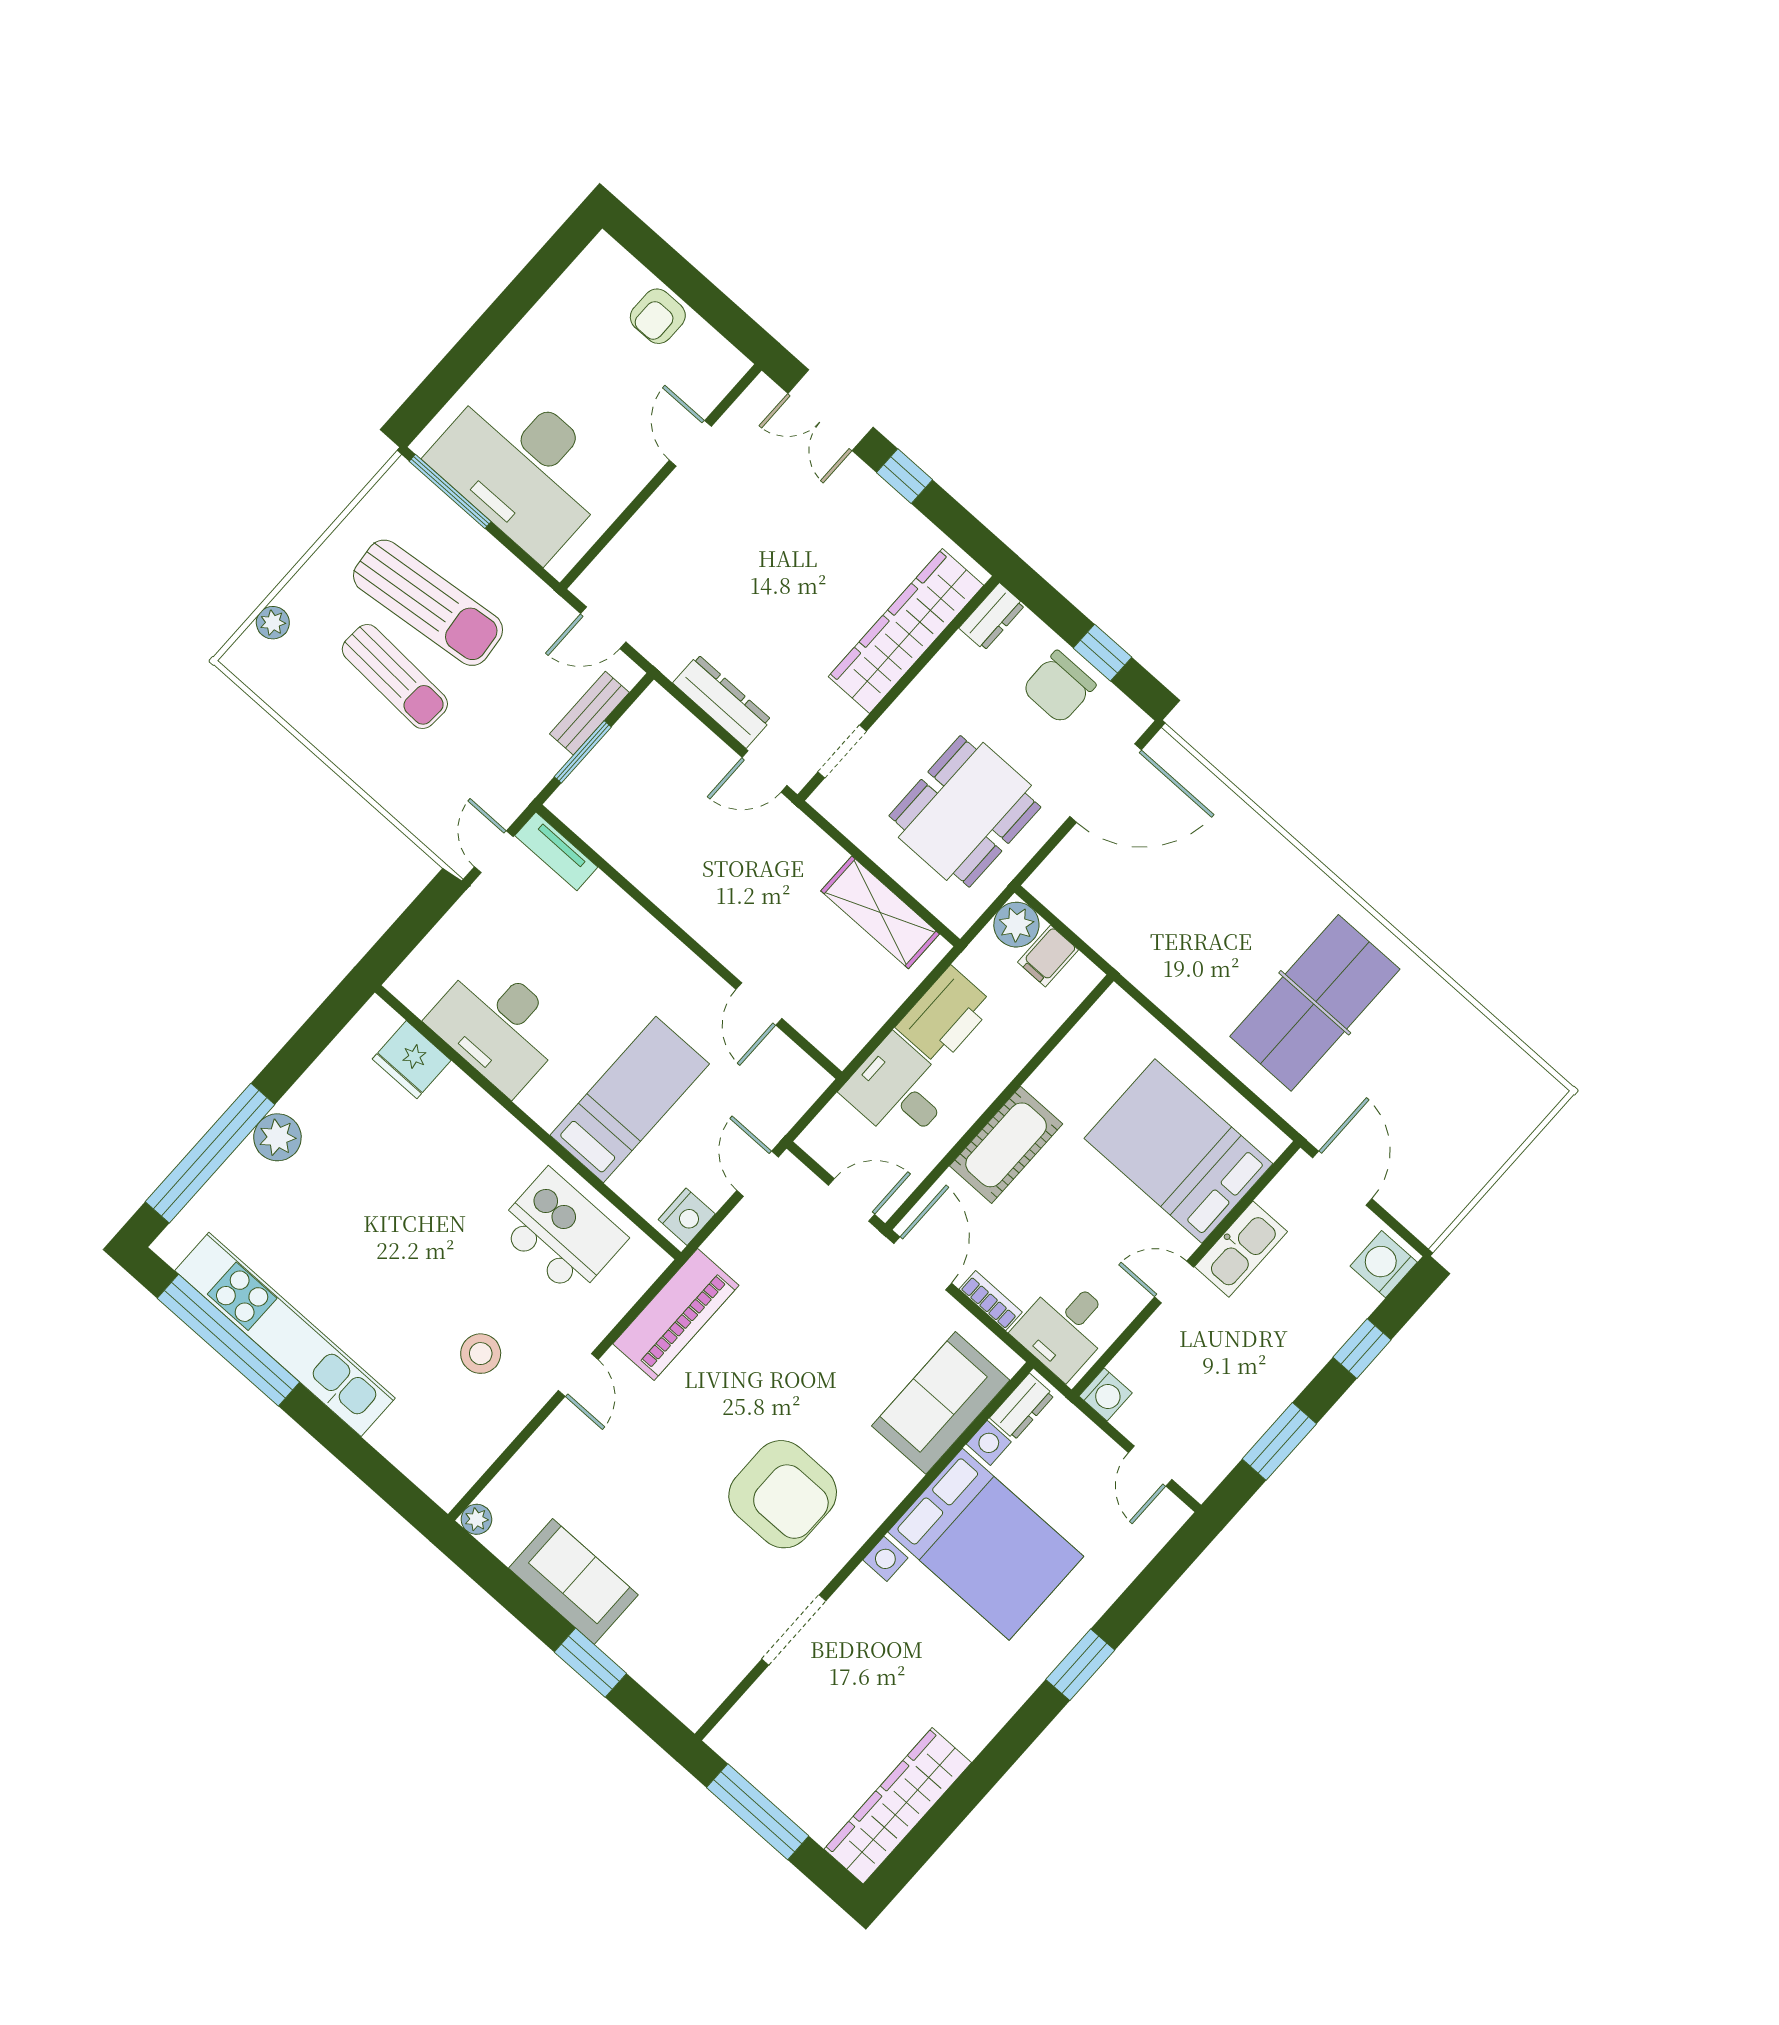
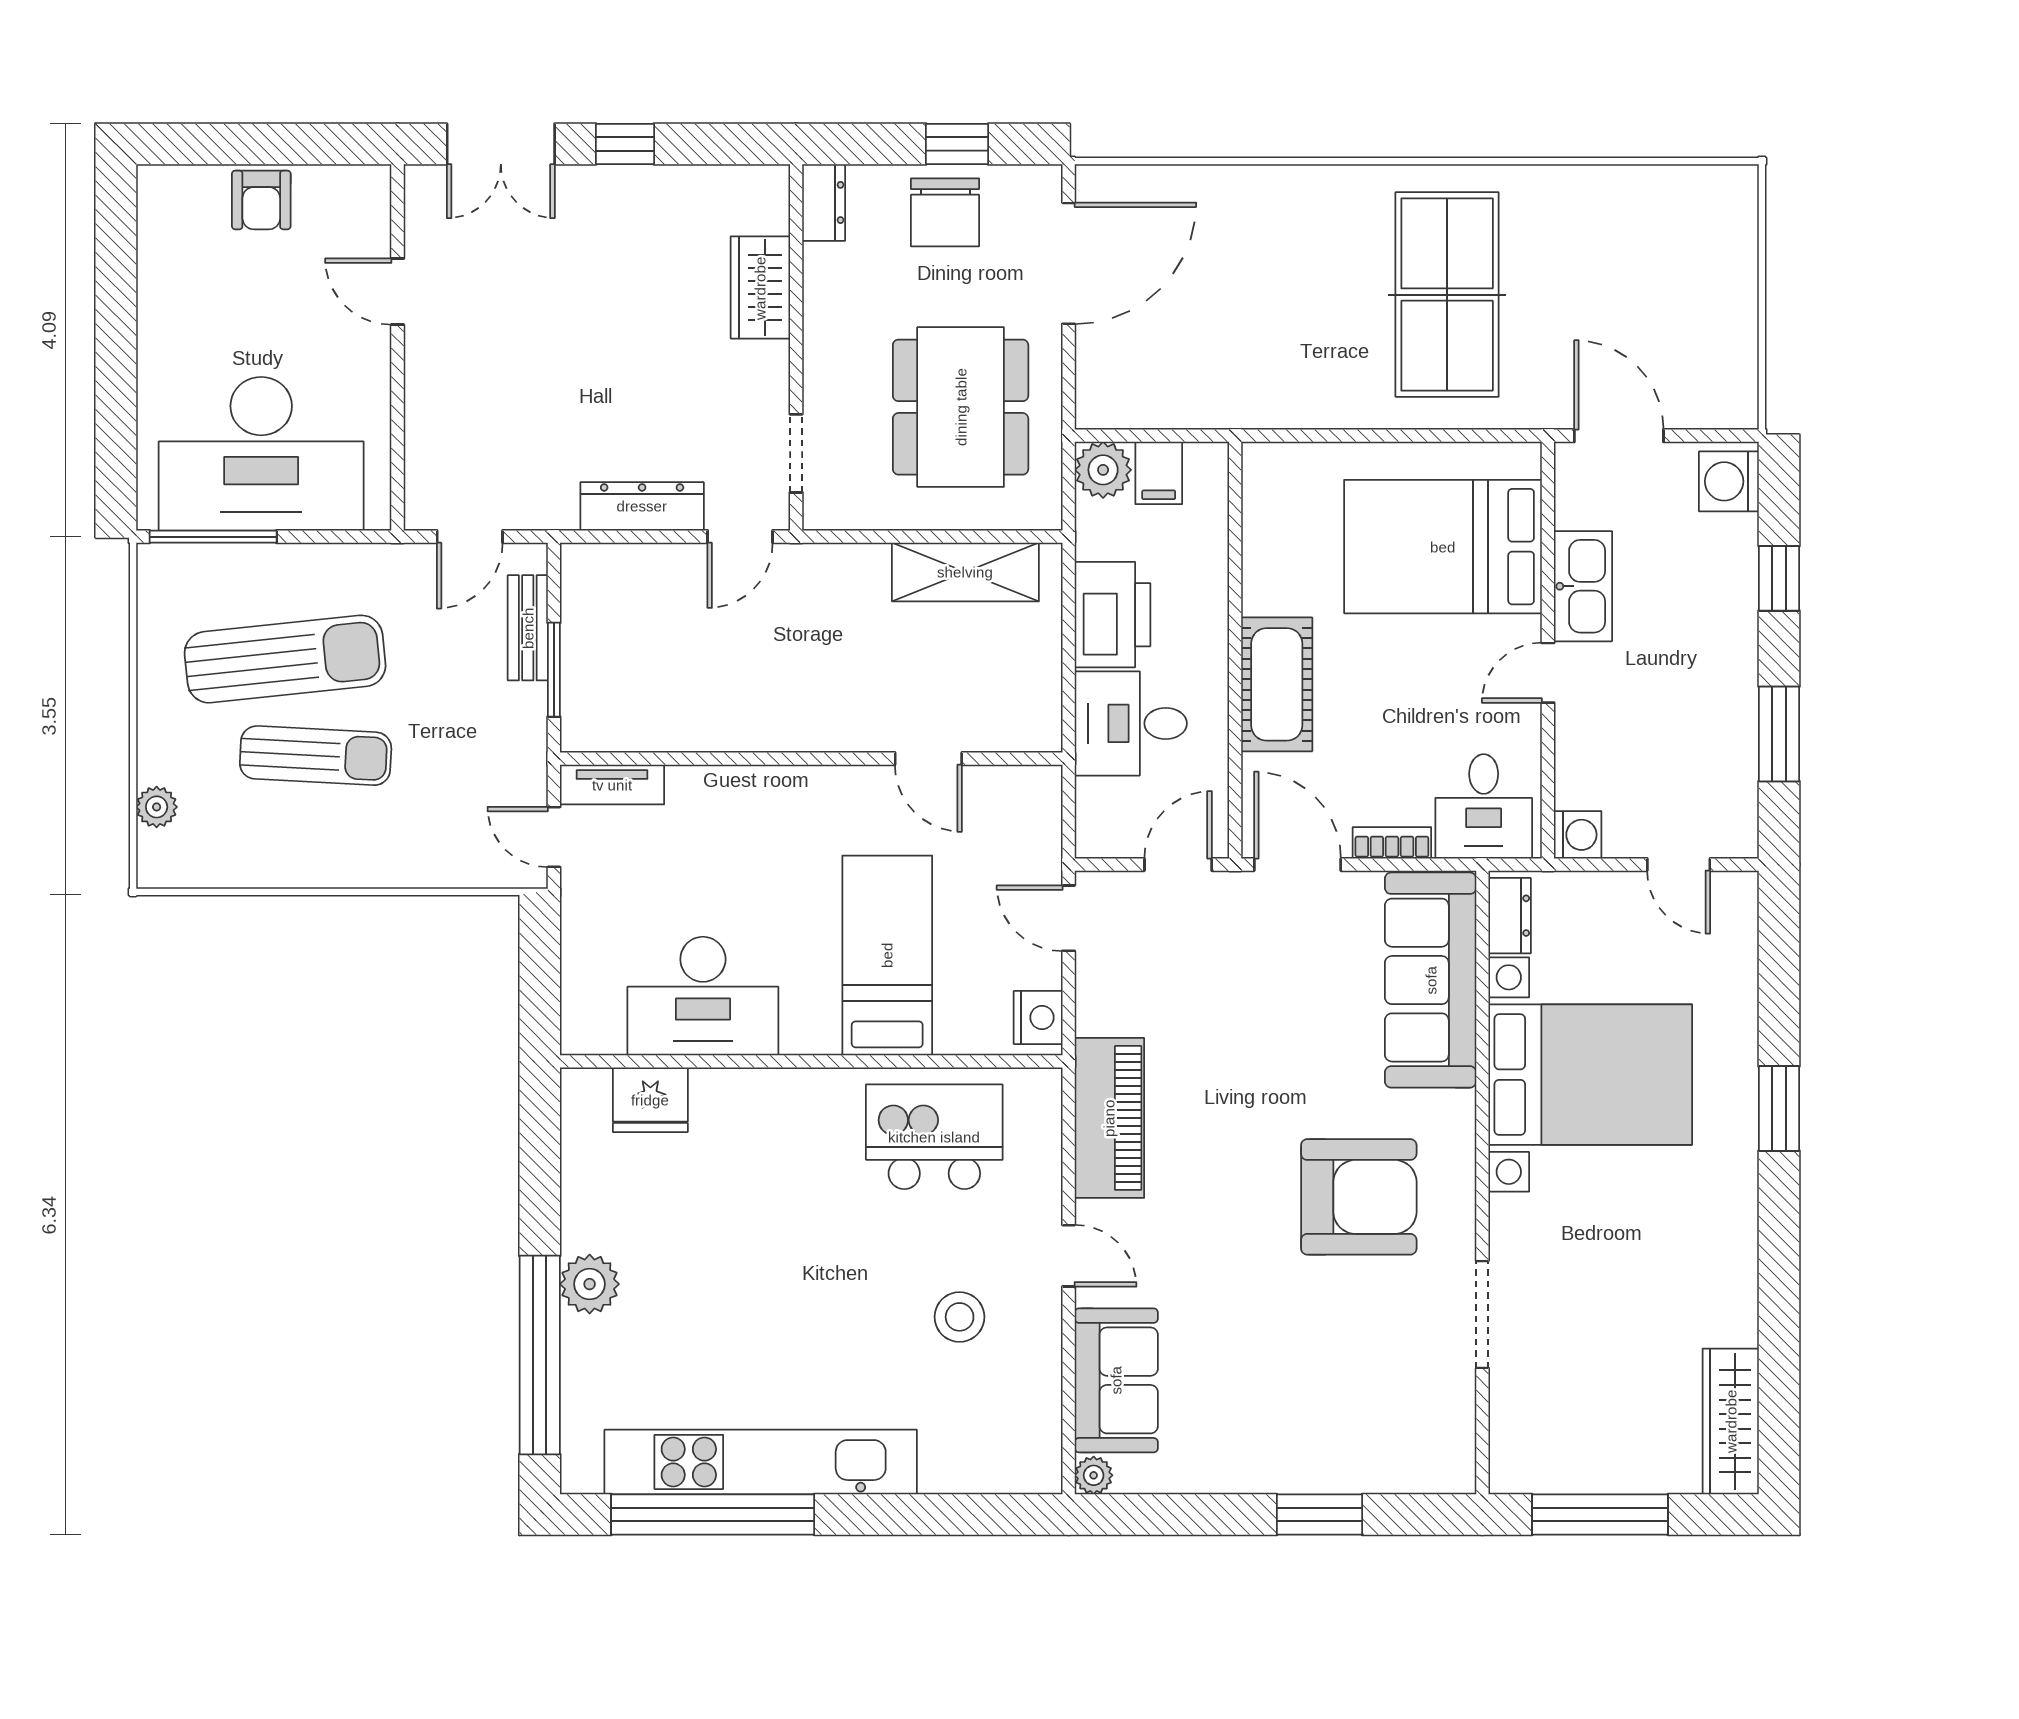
wardrobe: (906, 631) -> (760, 288), width x0.48, depth x0.85
sofa: (941, 1403) -> (1431, 980), width x1.36
sofa: (573, 1581) -> (1116, 1380), moved, turned 90
wardrobe: (898, 1806) -> (1731, 1421), width x0.71, depth x0.85

